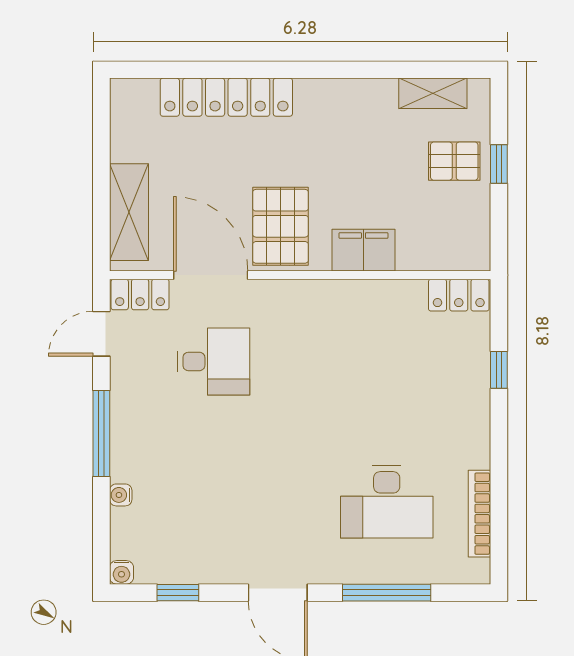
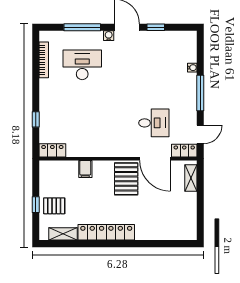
locker: (226, 97) -> (106, 232), moved
shelving: (129, 212) -> (191, 178), width x0.67, depth x0.75
filing cabinet: (363, 250) -> (85, 169), width x0.50
desk: (213, 361) -> (154, 123), turned 180
water cooler: (121, 572) -> (109, 36), moved
window: (178, 593) -> (156, 27), moved

